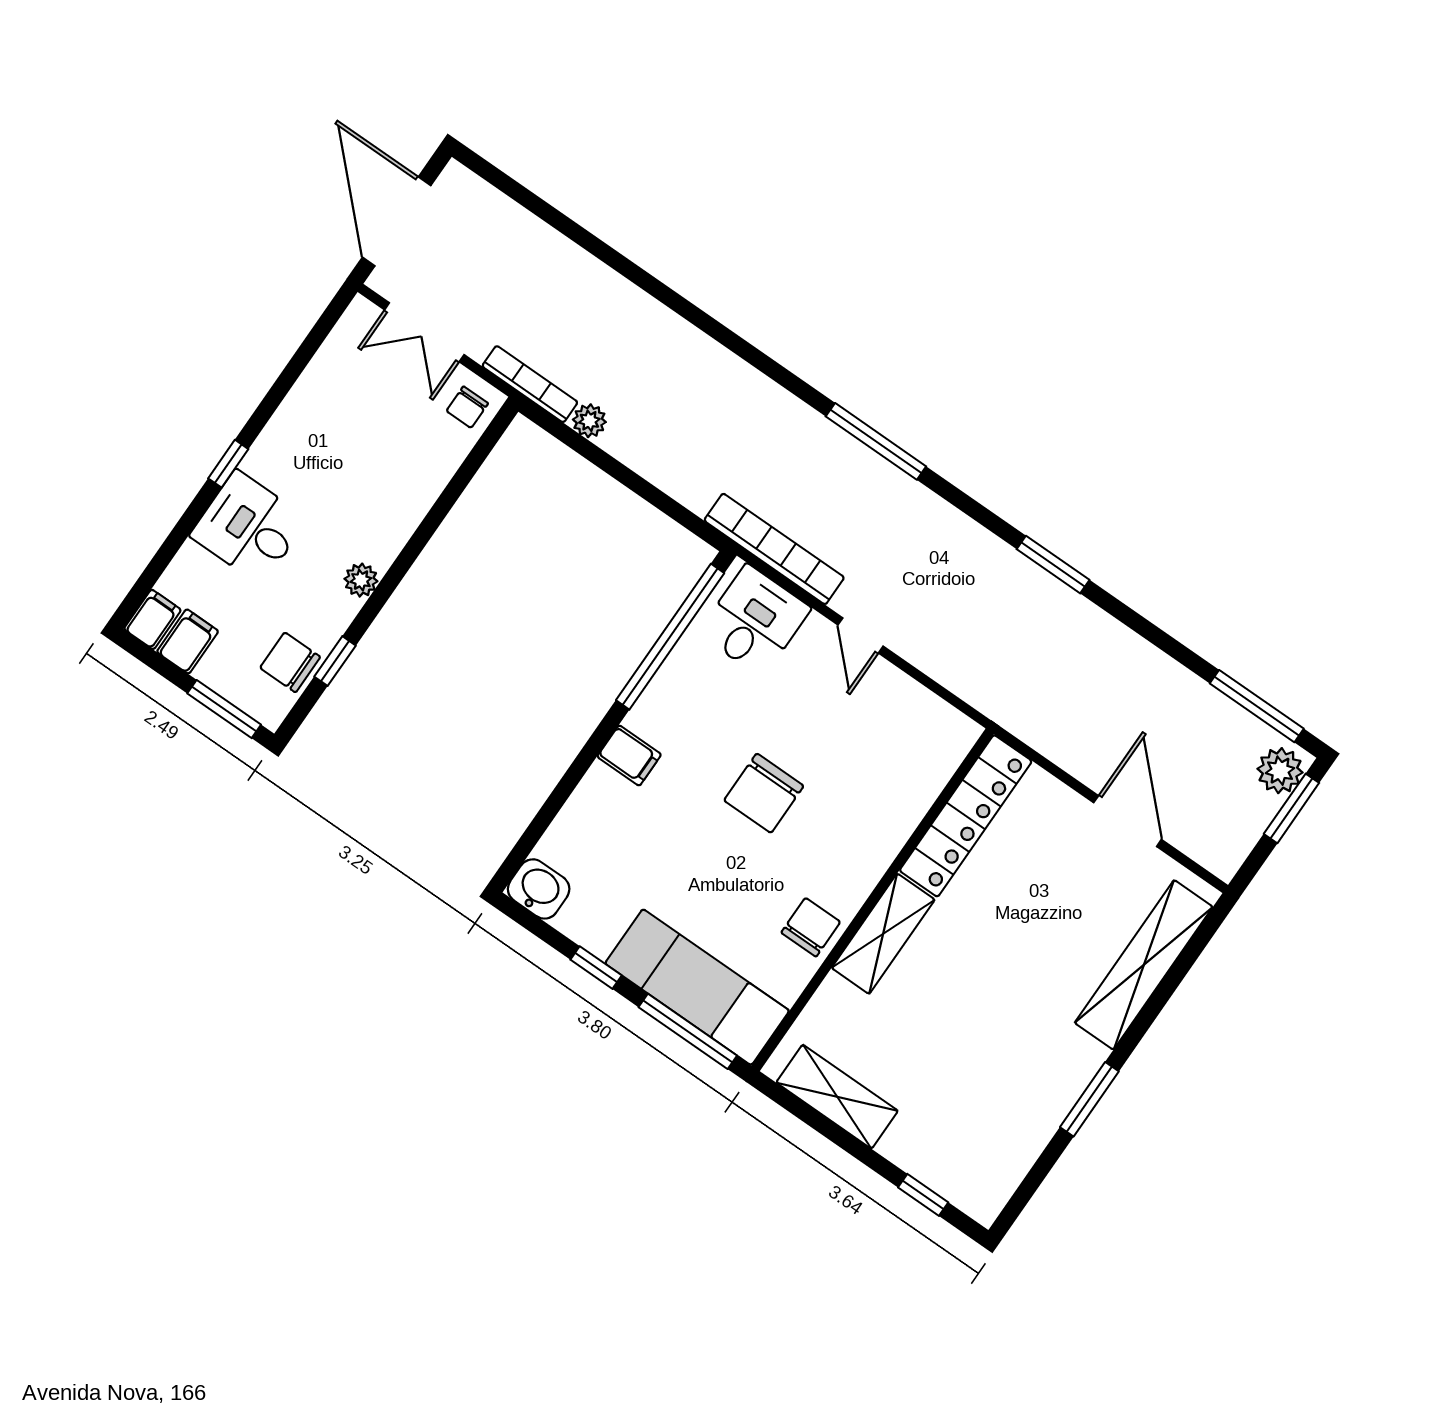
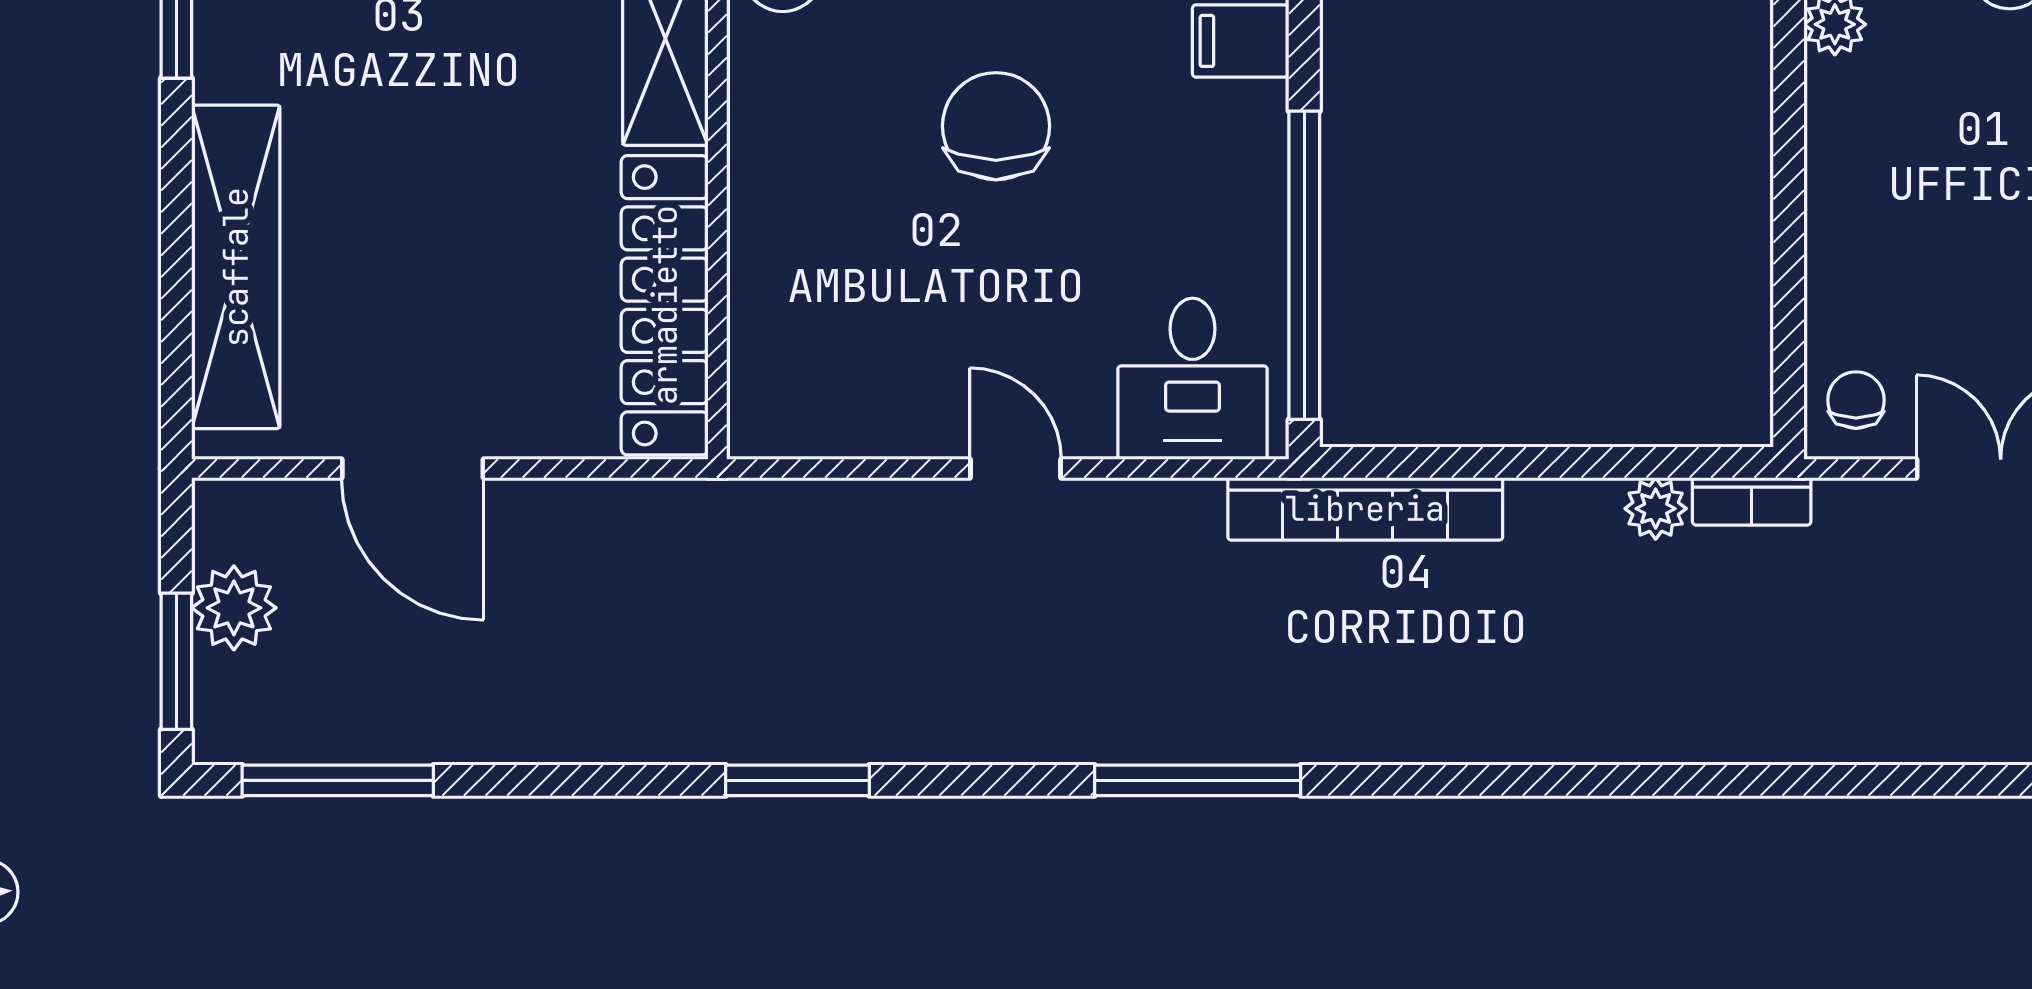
bookcase: (530, 384) -> (1752, 501), width x0.64
bookcase: (774, 549) -> (1365, 509), moved
plant: (1280, 771) -> (234, 608), moved

